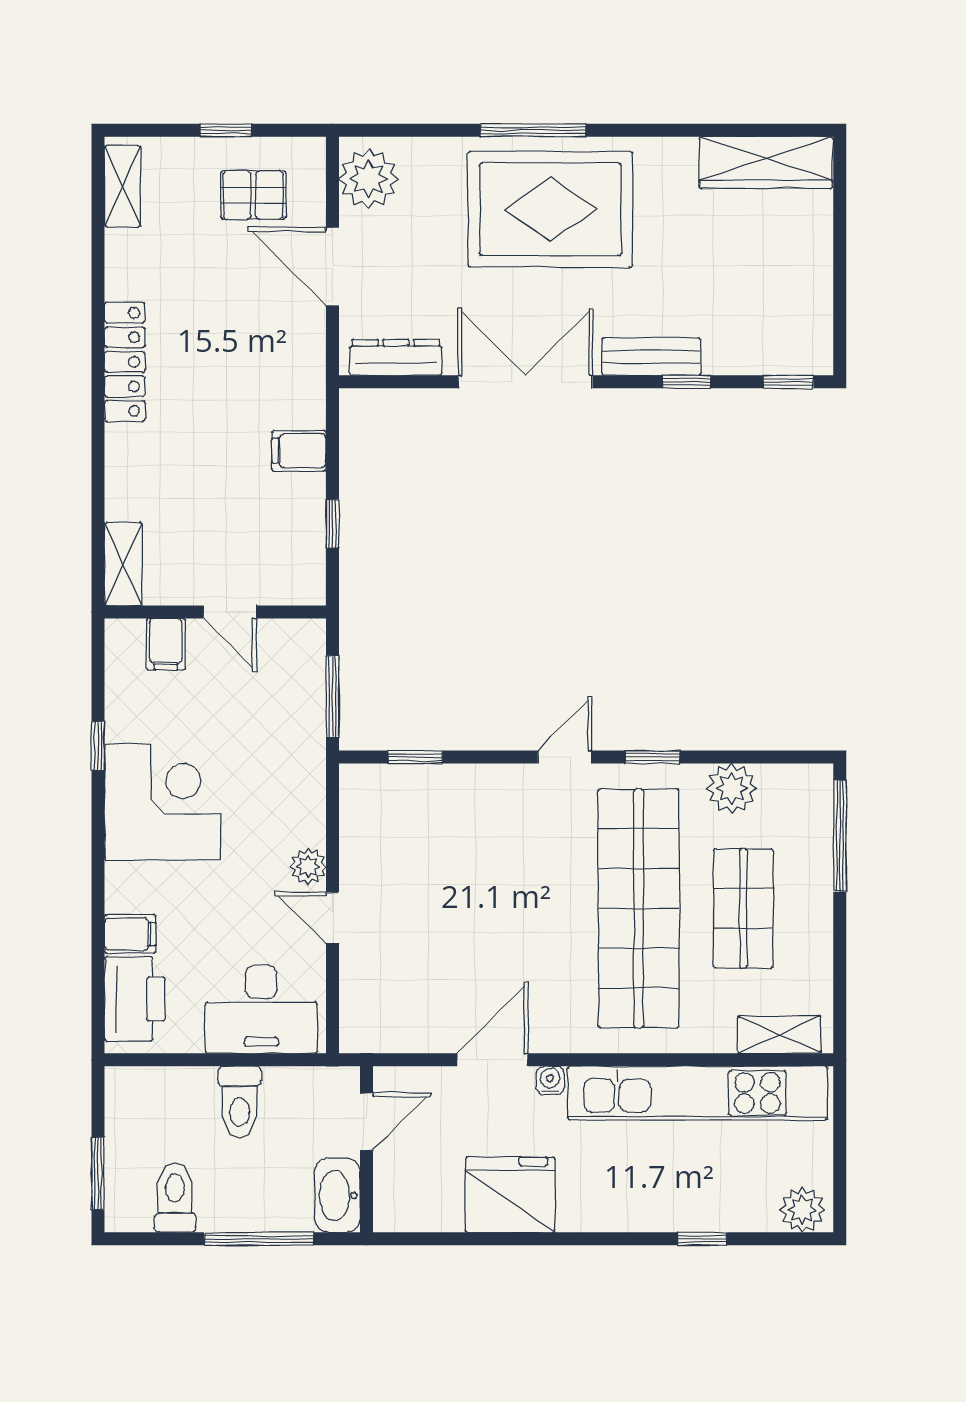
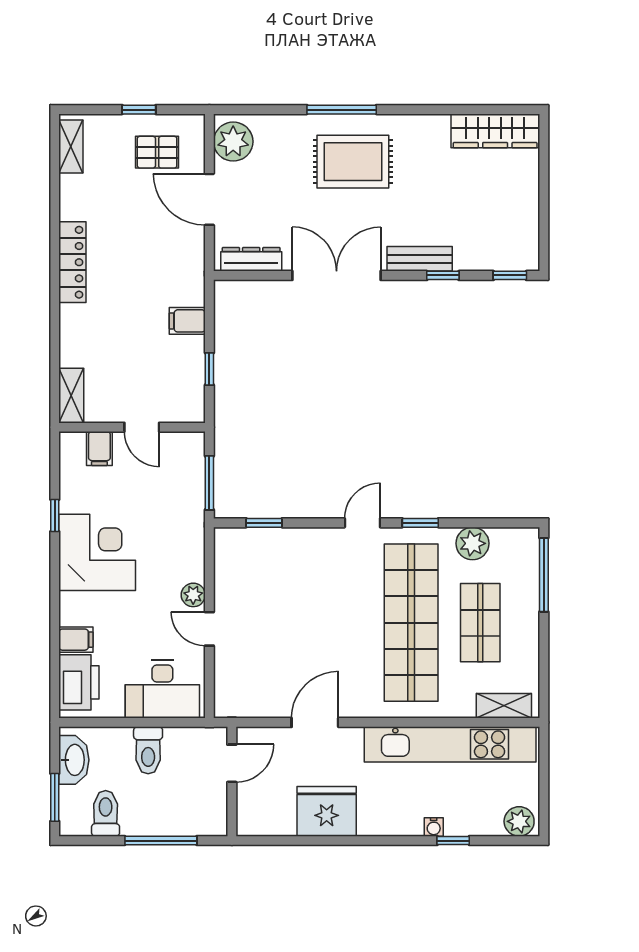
rug: (550, 209) -> (353, 162), width x0.73, depth x0.69
water cooler: (550, 1080) -> (434, 827), moved, turned 180
washbasin: (338, 1195) -> (74, 760), moved, turned 180

